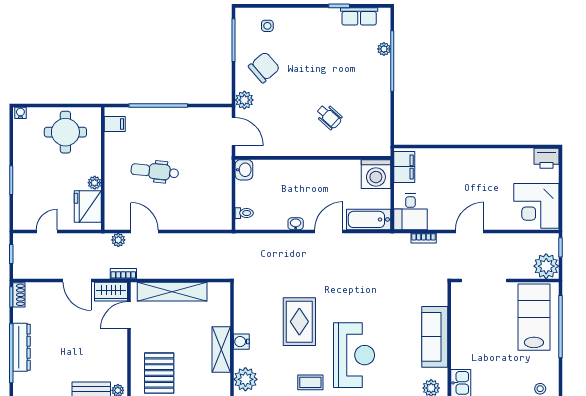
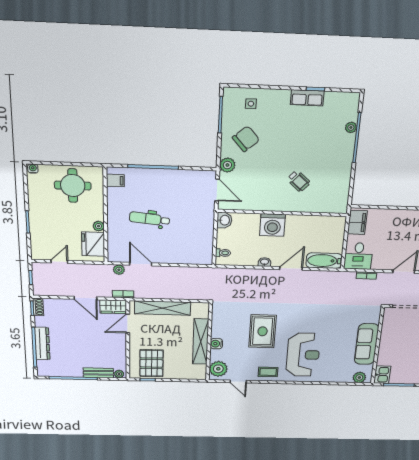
row of seats: (359, 16) -> (307, 98), moved
washing machine: (376, 174) -> (273, 225), moved
shelving: (221, 350) -> (201, 342), width x1.47

